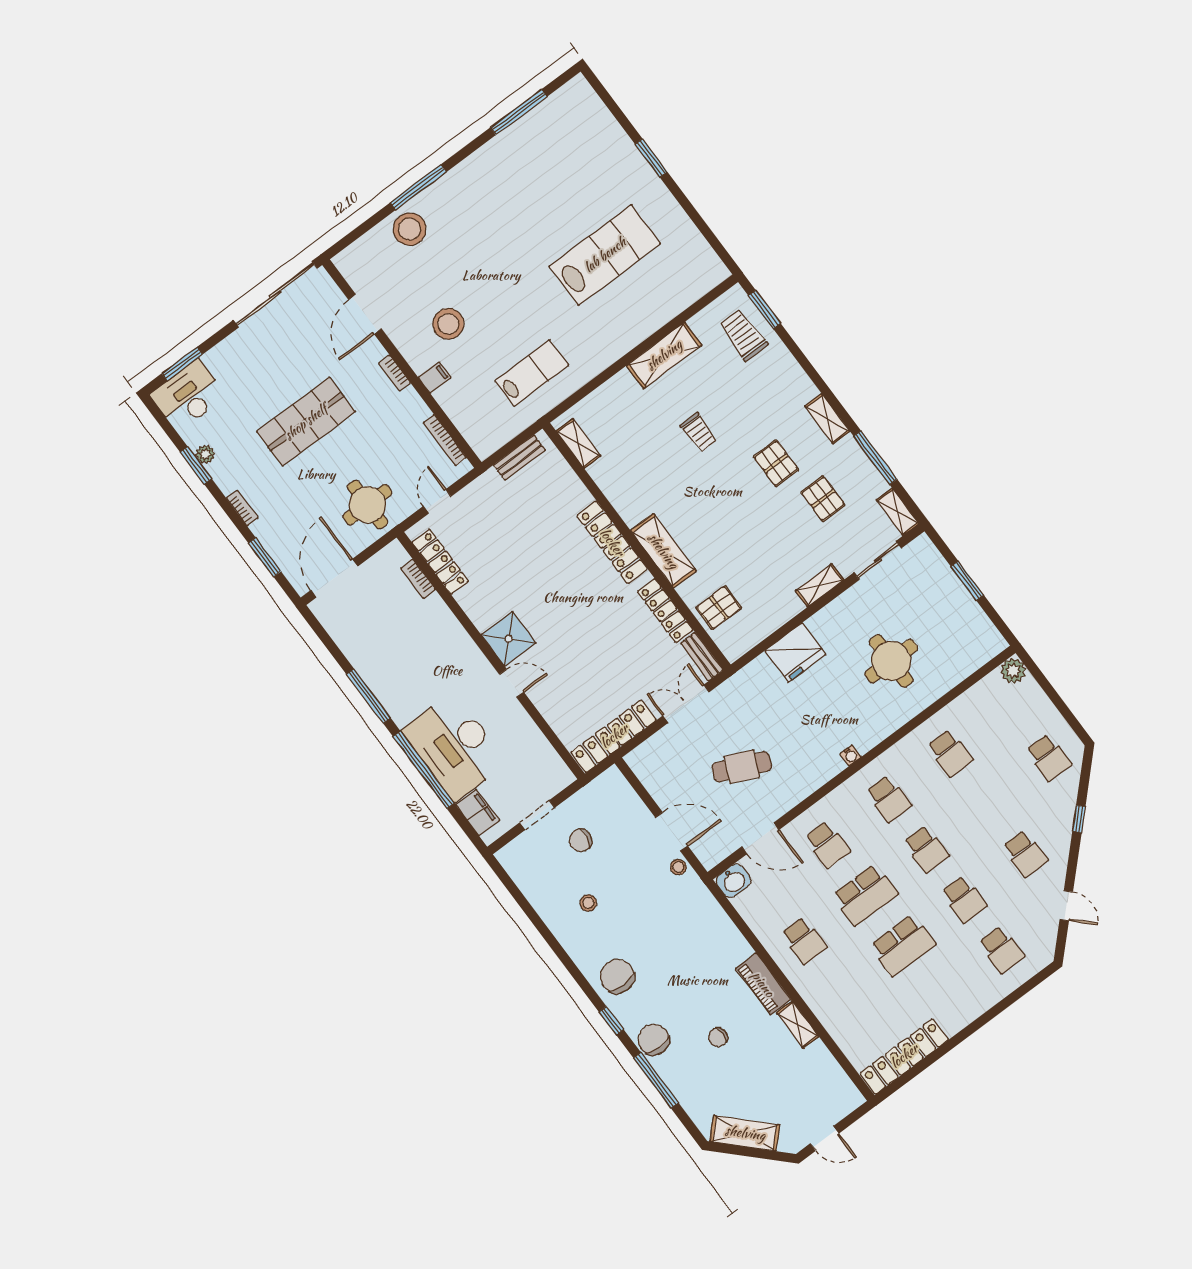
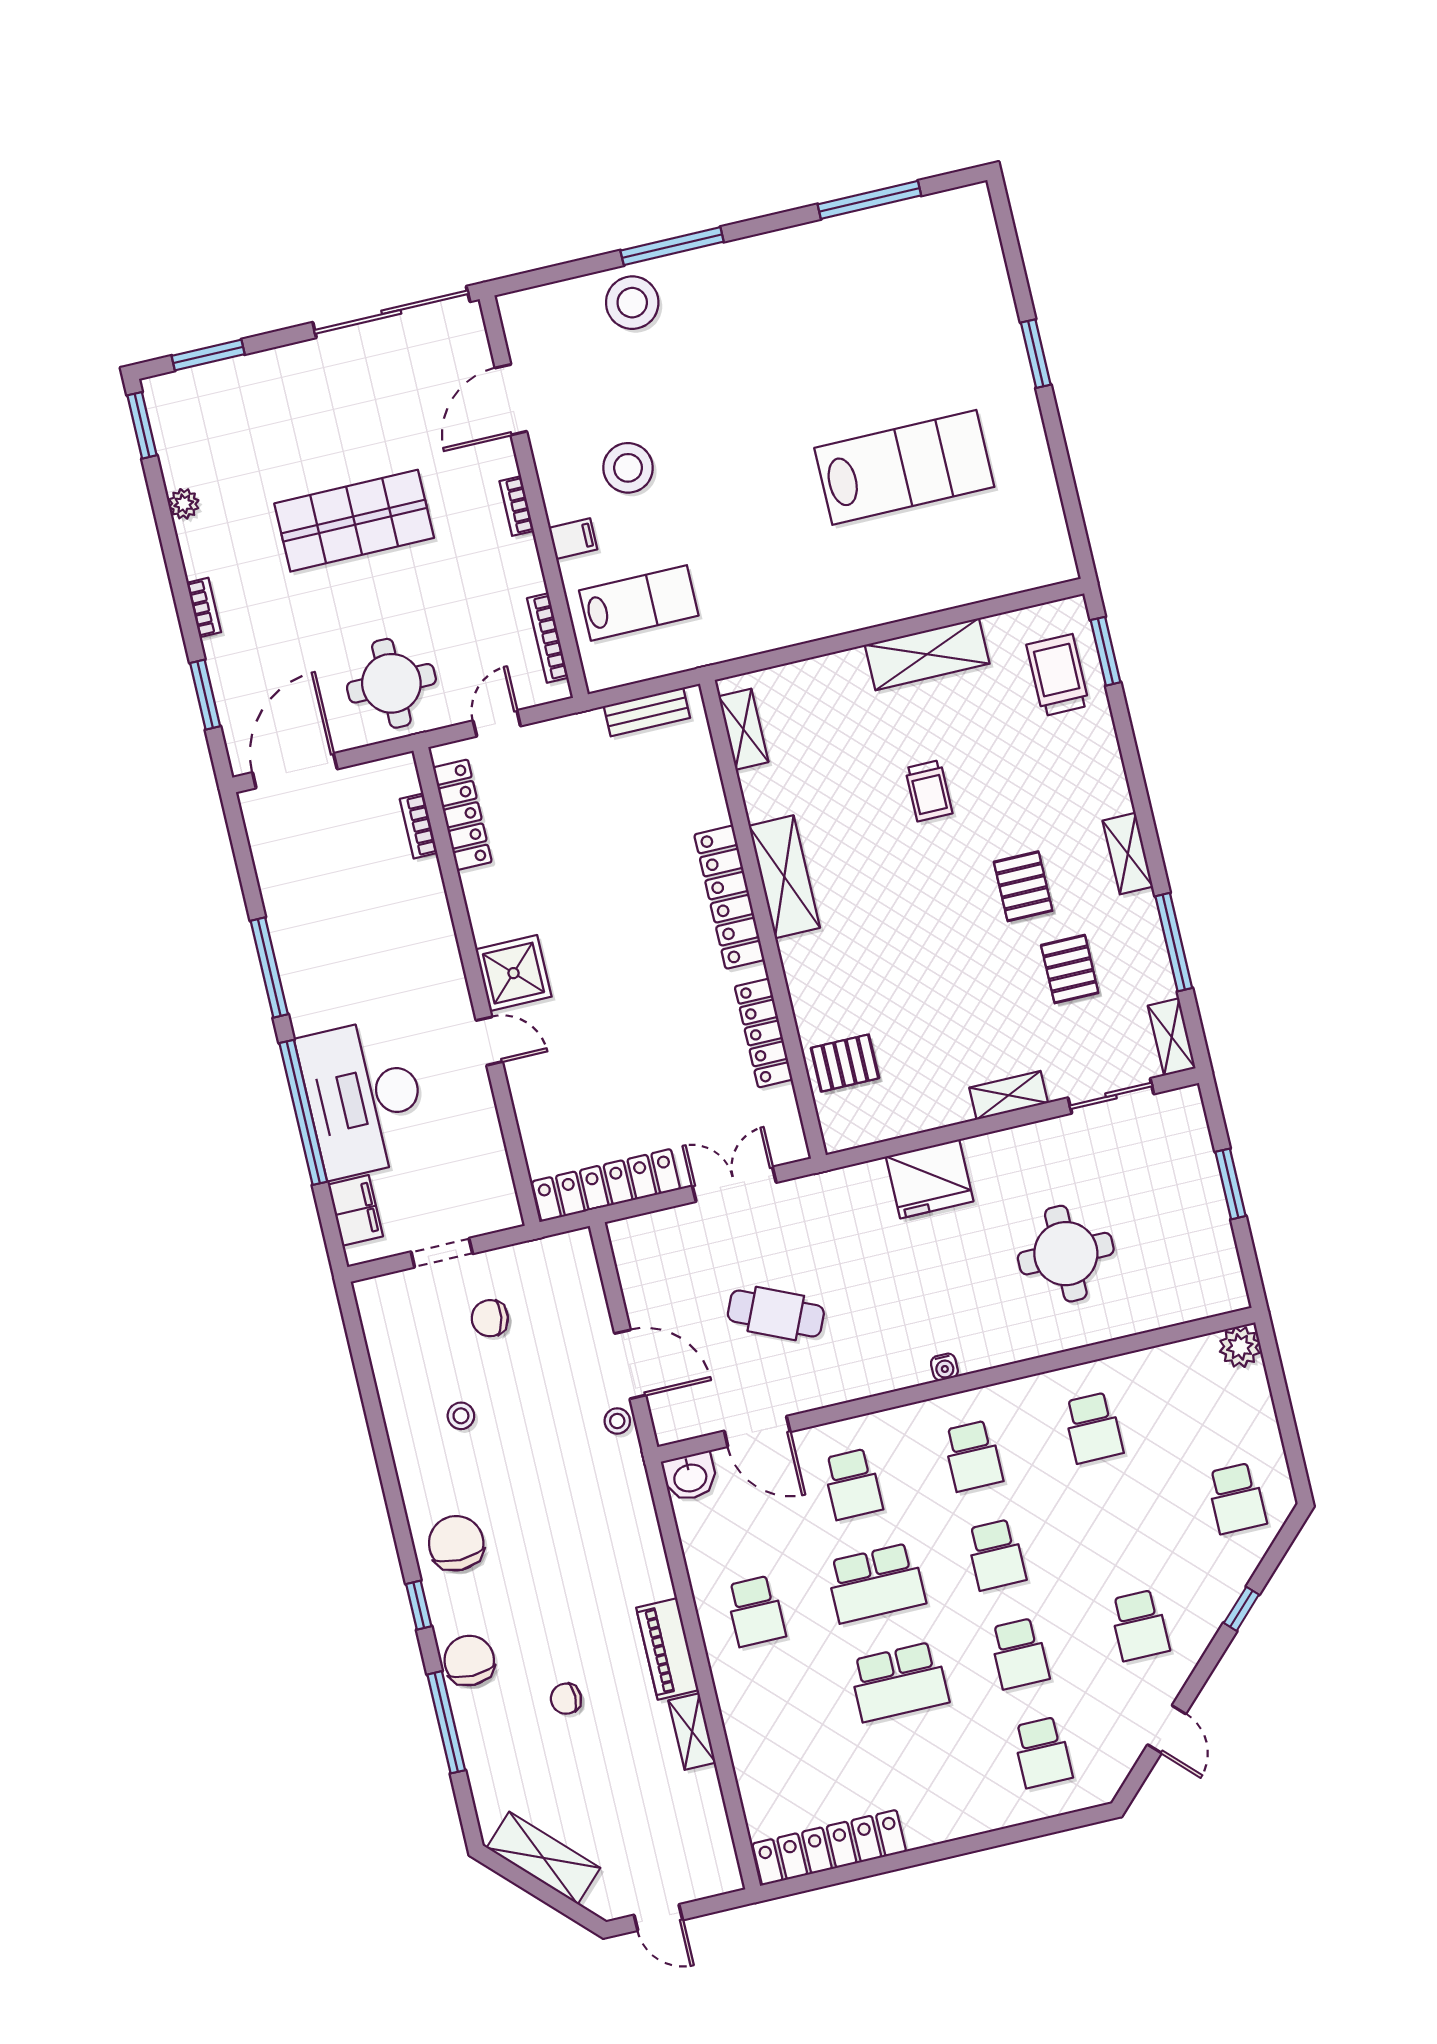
lab bench: (532, 373) -> (639, 603), moved
desk: (188, 396) -> (197, 406), removed
window: (196, 465) -> (142, 425), moved
shelving: (663, 551) -> (784, 877), moved
bench: (702, 657) -> (788, 1125), removed

